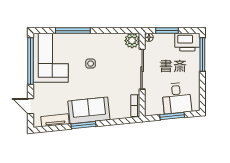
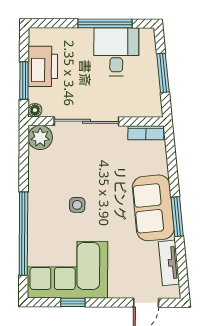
window: (73, 31) -> (23, 234), width x1.46
printer: (187, 42) -> (43, 66), moved
window: (202, 55) -> (105, 23), moved
window: (31, 61) -> (73, 302), width x0.32
desk: (177, 98) -> (116, 52), moved, turned -84

